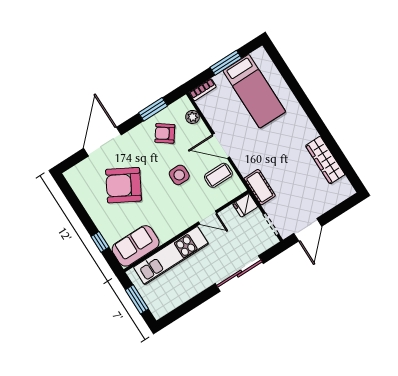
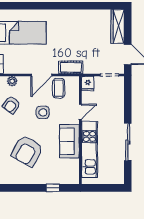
wardrobe: (325, 160) -> (117, 26), moved, turned 90
cot: (260, 187) -> (71, 67), moved
sofa: (136, 246) -> (69, 141), moved
sliding door: (239, 274) -> (128, 142), moved
window: (137, 299) -> (103, 188), removed

